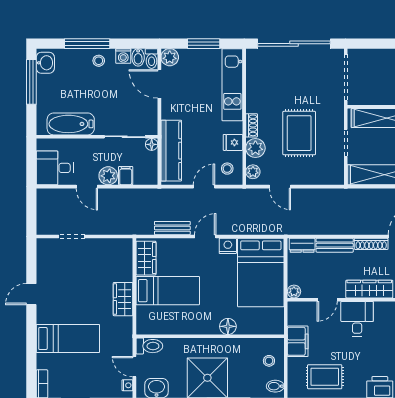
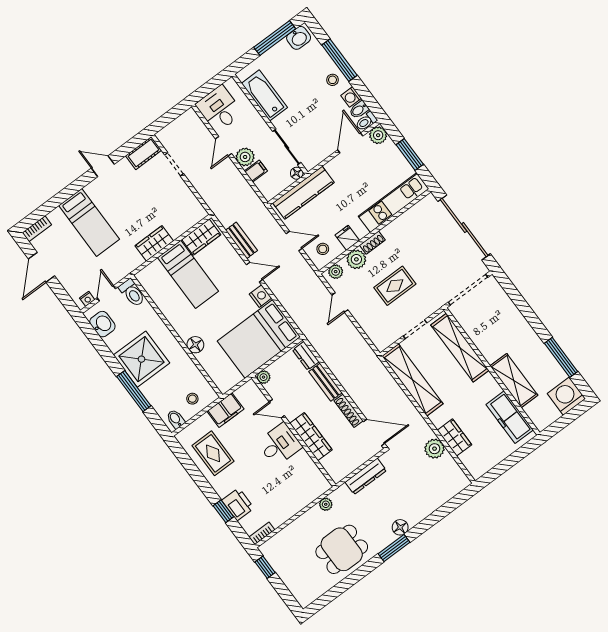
rug: (299, 133) -> (395, 286), width x0.73, depth x0.70
cot: (45, 254) -> (144, 153), added

